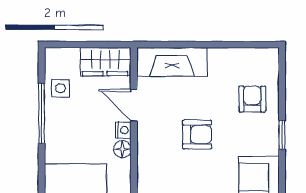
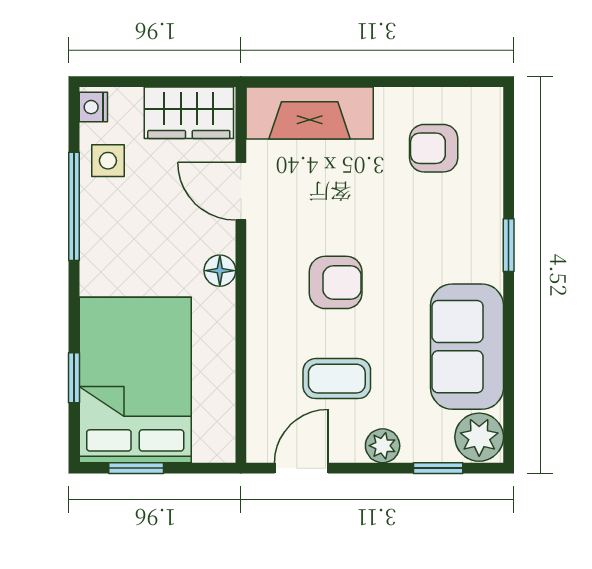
armchair: (252, 99) -> (434, 148), moved, turned -90
nightstand: (123, 130) -> (93, 107), moved, turned 180
armchair: (197, 134) -> (336, 282), moved

